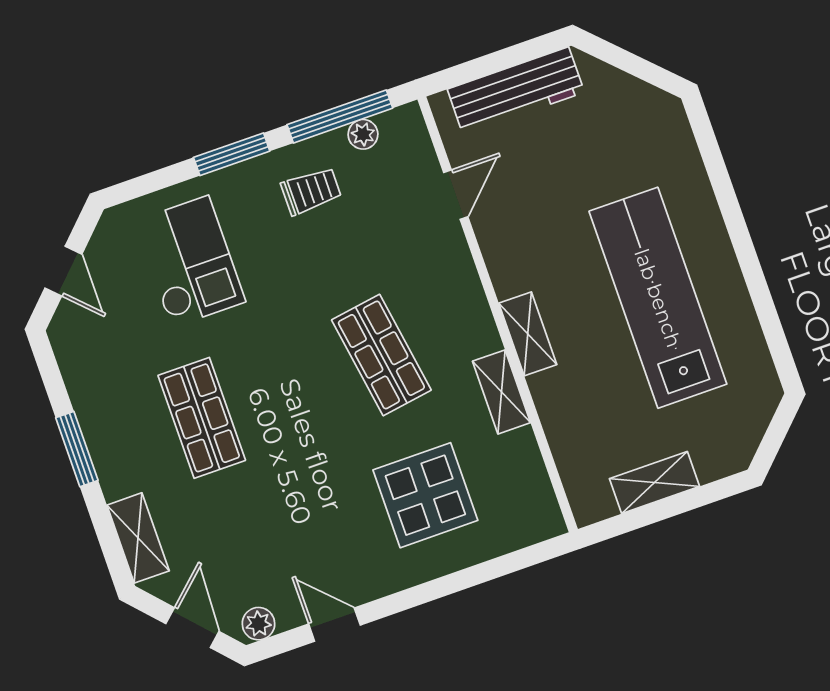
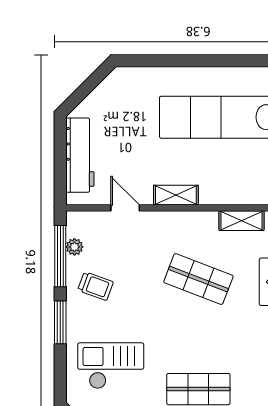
trolley: (311, 191) -> (95, 286), turned 110
shelving: (528, 334) -> (176, 195), moved
shop shelf: (381, 355) -> (198, 279), turned 30

